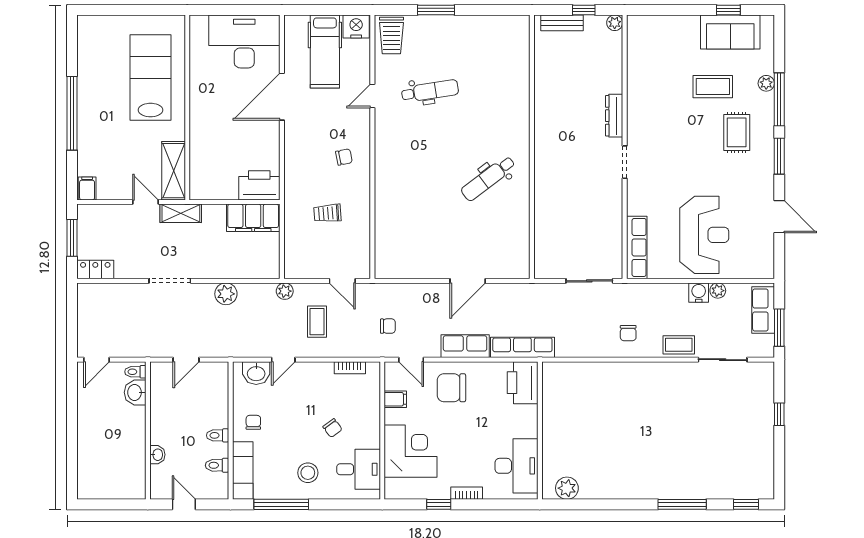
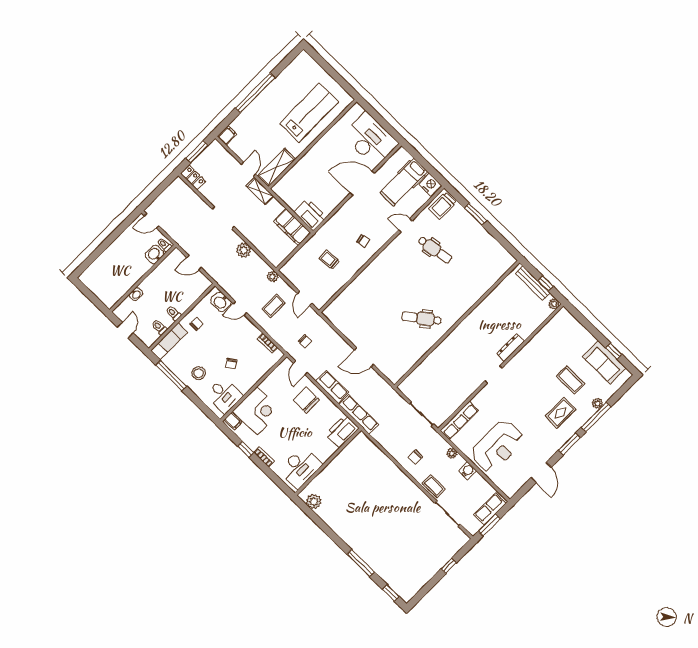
bench: (562, 23) -> (533, 283), width x1.36
plant: (718, 291) -> (452, 453), moved
filing cabinet: (395, 399) -> (233, 421), moved

